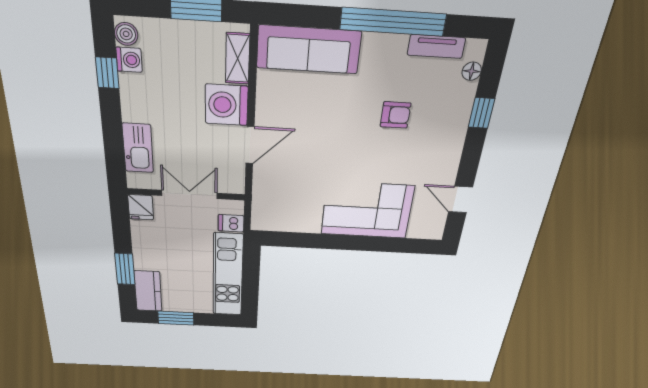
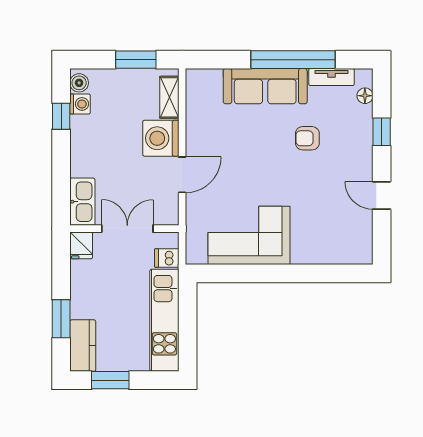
sofa: (309, 50) -> (265, 86), moved
armchair: (396, 115) -> (307, 138), turned 180
kitchen sink: (138, 148) -> (82, 202), moved
door: (461, 200) -> (382, 195), moved
corner sofa: (367, 210) -> (249, 235), moved

